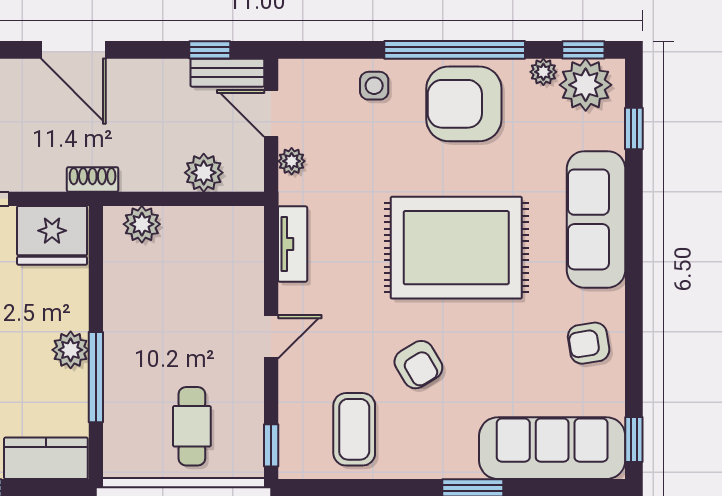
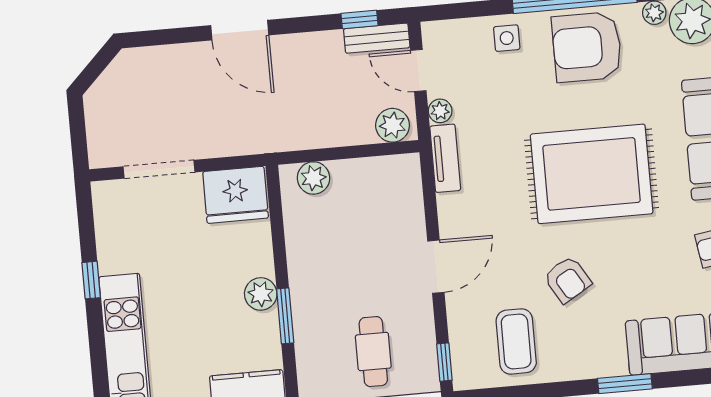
plant: (204, 173) -> (393, 125), moved
shoe rack: (93, 179) -> (267, 142), removed
tv unit: (293, 244) -> (445, 158), moved
door: (271, 337) -> (436, 267), width x1.38
window: (96, 377) -> (285, 316), width x0.69

